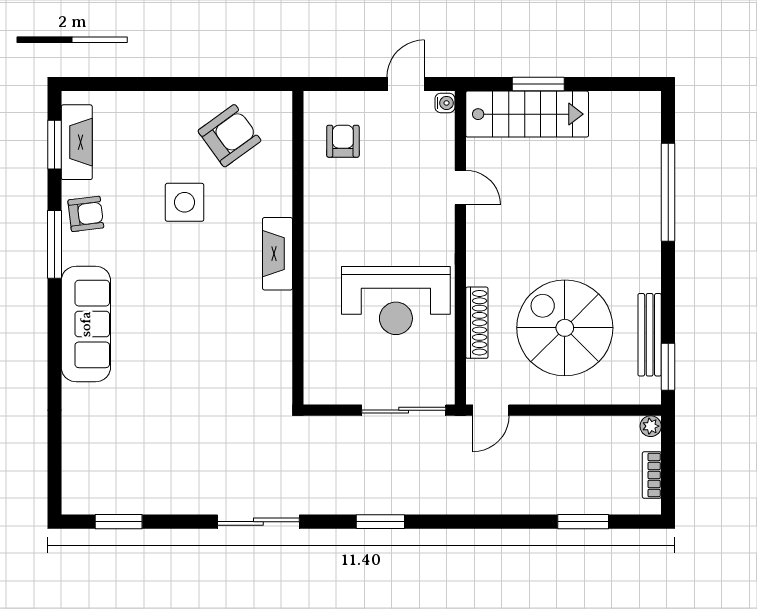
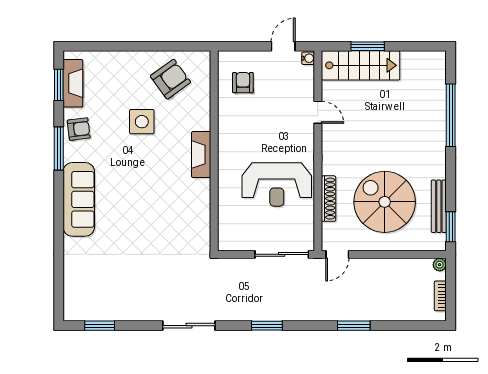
window: (583, 522) -> (354, 326), moved

